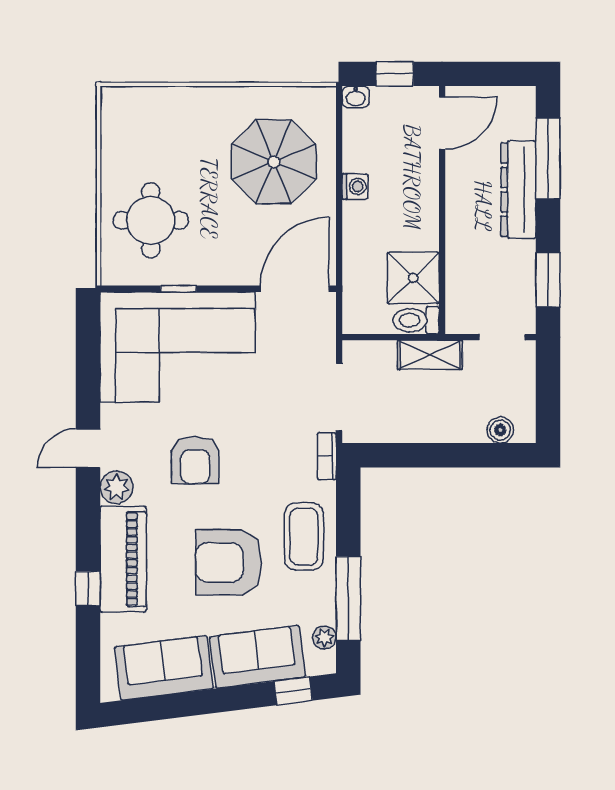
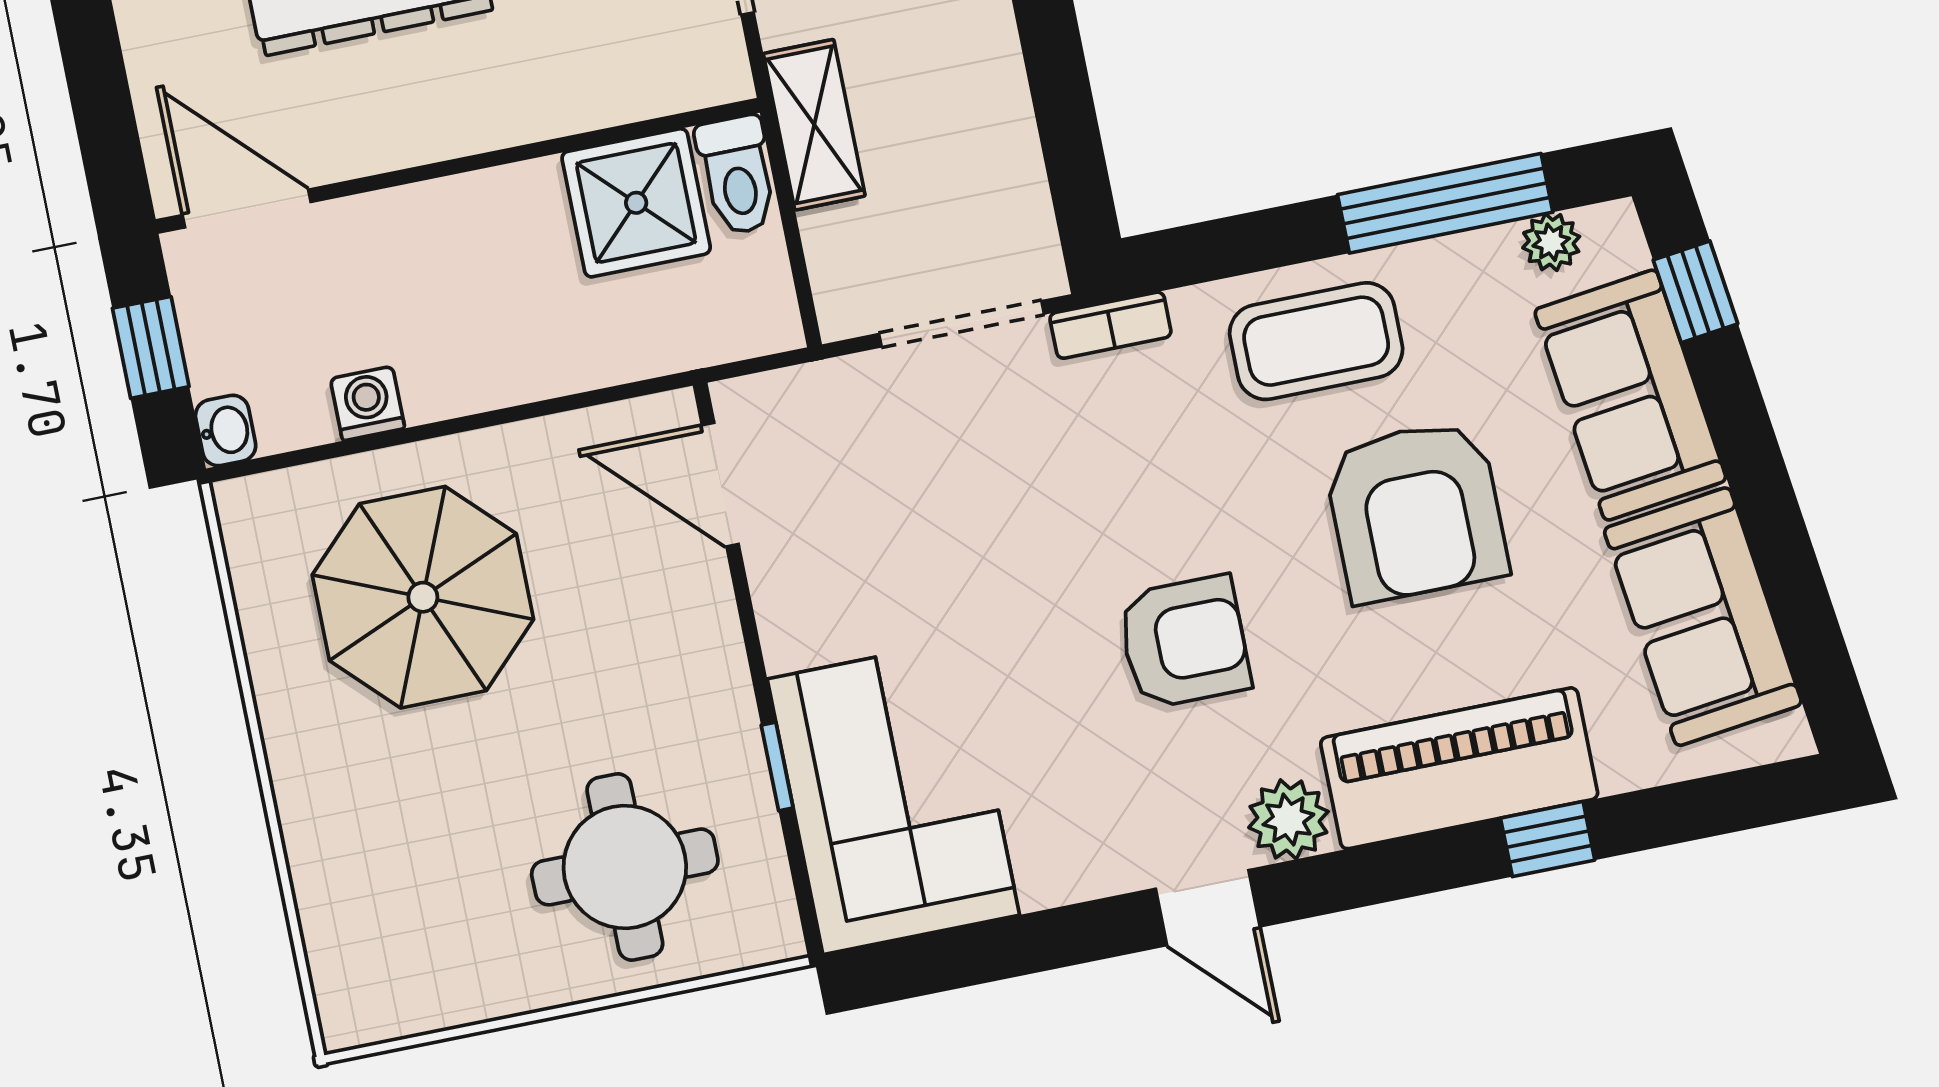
washing machine: (355, 186) -> (367, 403), moved
door: (295, 289) -> (720, 485), width x0.73
corner sofa: (178, 347) -> (893, 797), width x0.73, depth x0.74

